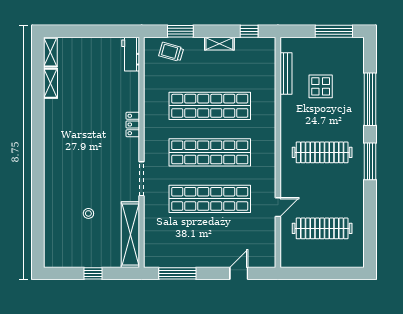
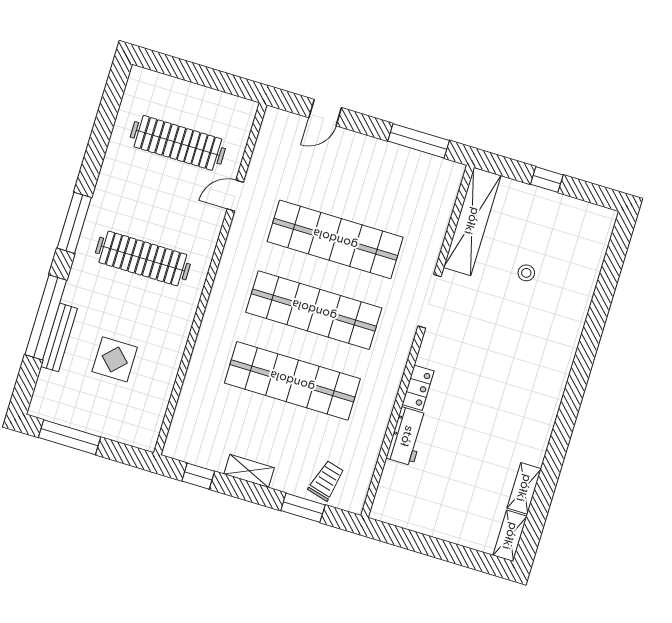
trolley: (171, 52) -> (326, 481), turned -91
workbench: (131, 54) -> (407, 436), moved
bench: (286, 73) -> (59, 337), moved

